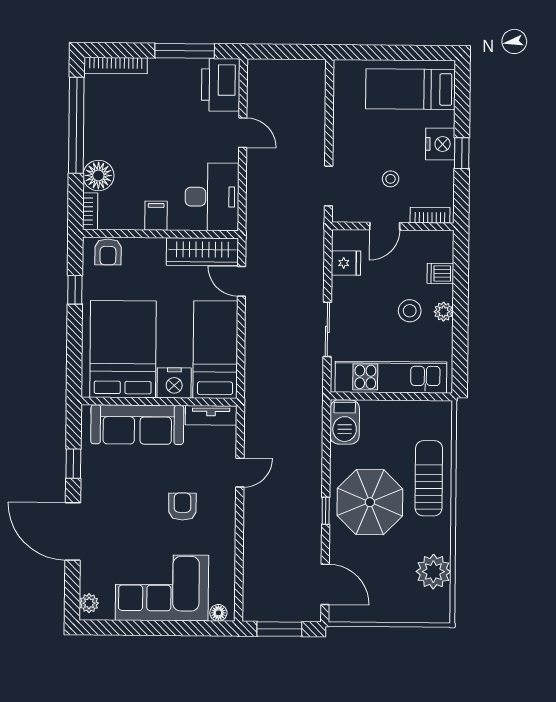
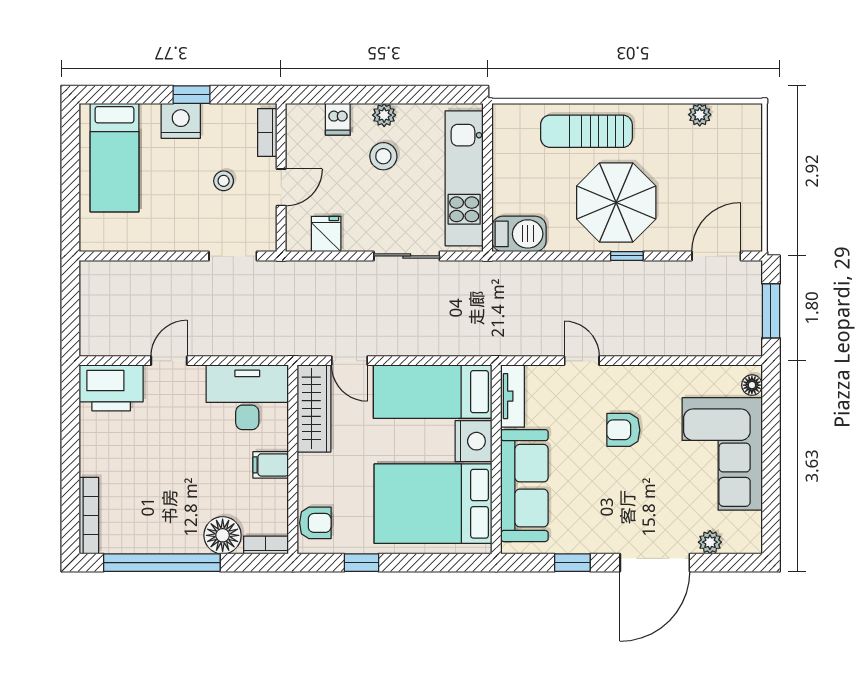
window: (185, 51) -> (70, 432), removed
door: (385, 226) -> (281, 187), hinge flipped
door: (241, 281) -> (350, 361), hinge flipped
plant: (433, 572) -> (700, 115), width x0.53, depth x0.53
plant: (89, 603) -> (710, 542), moved

